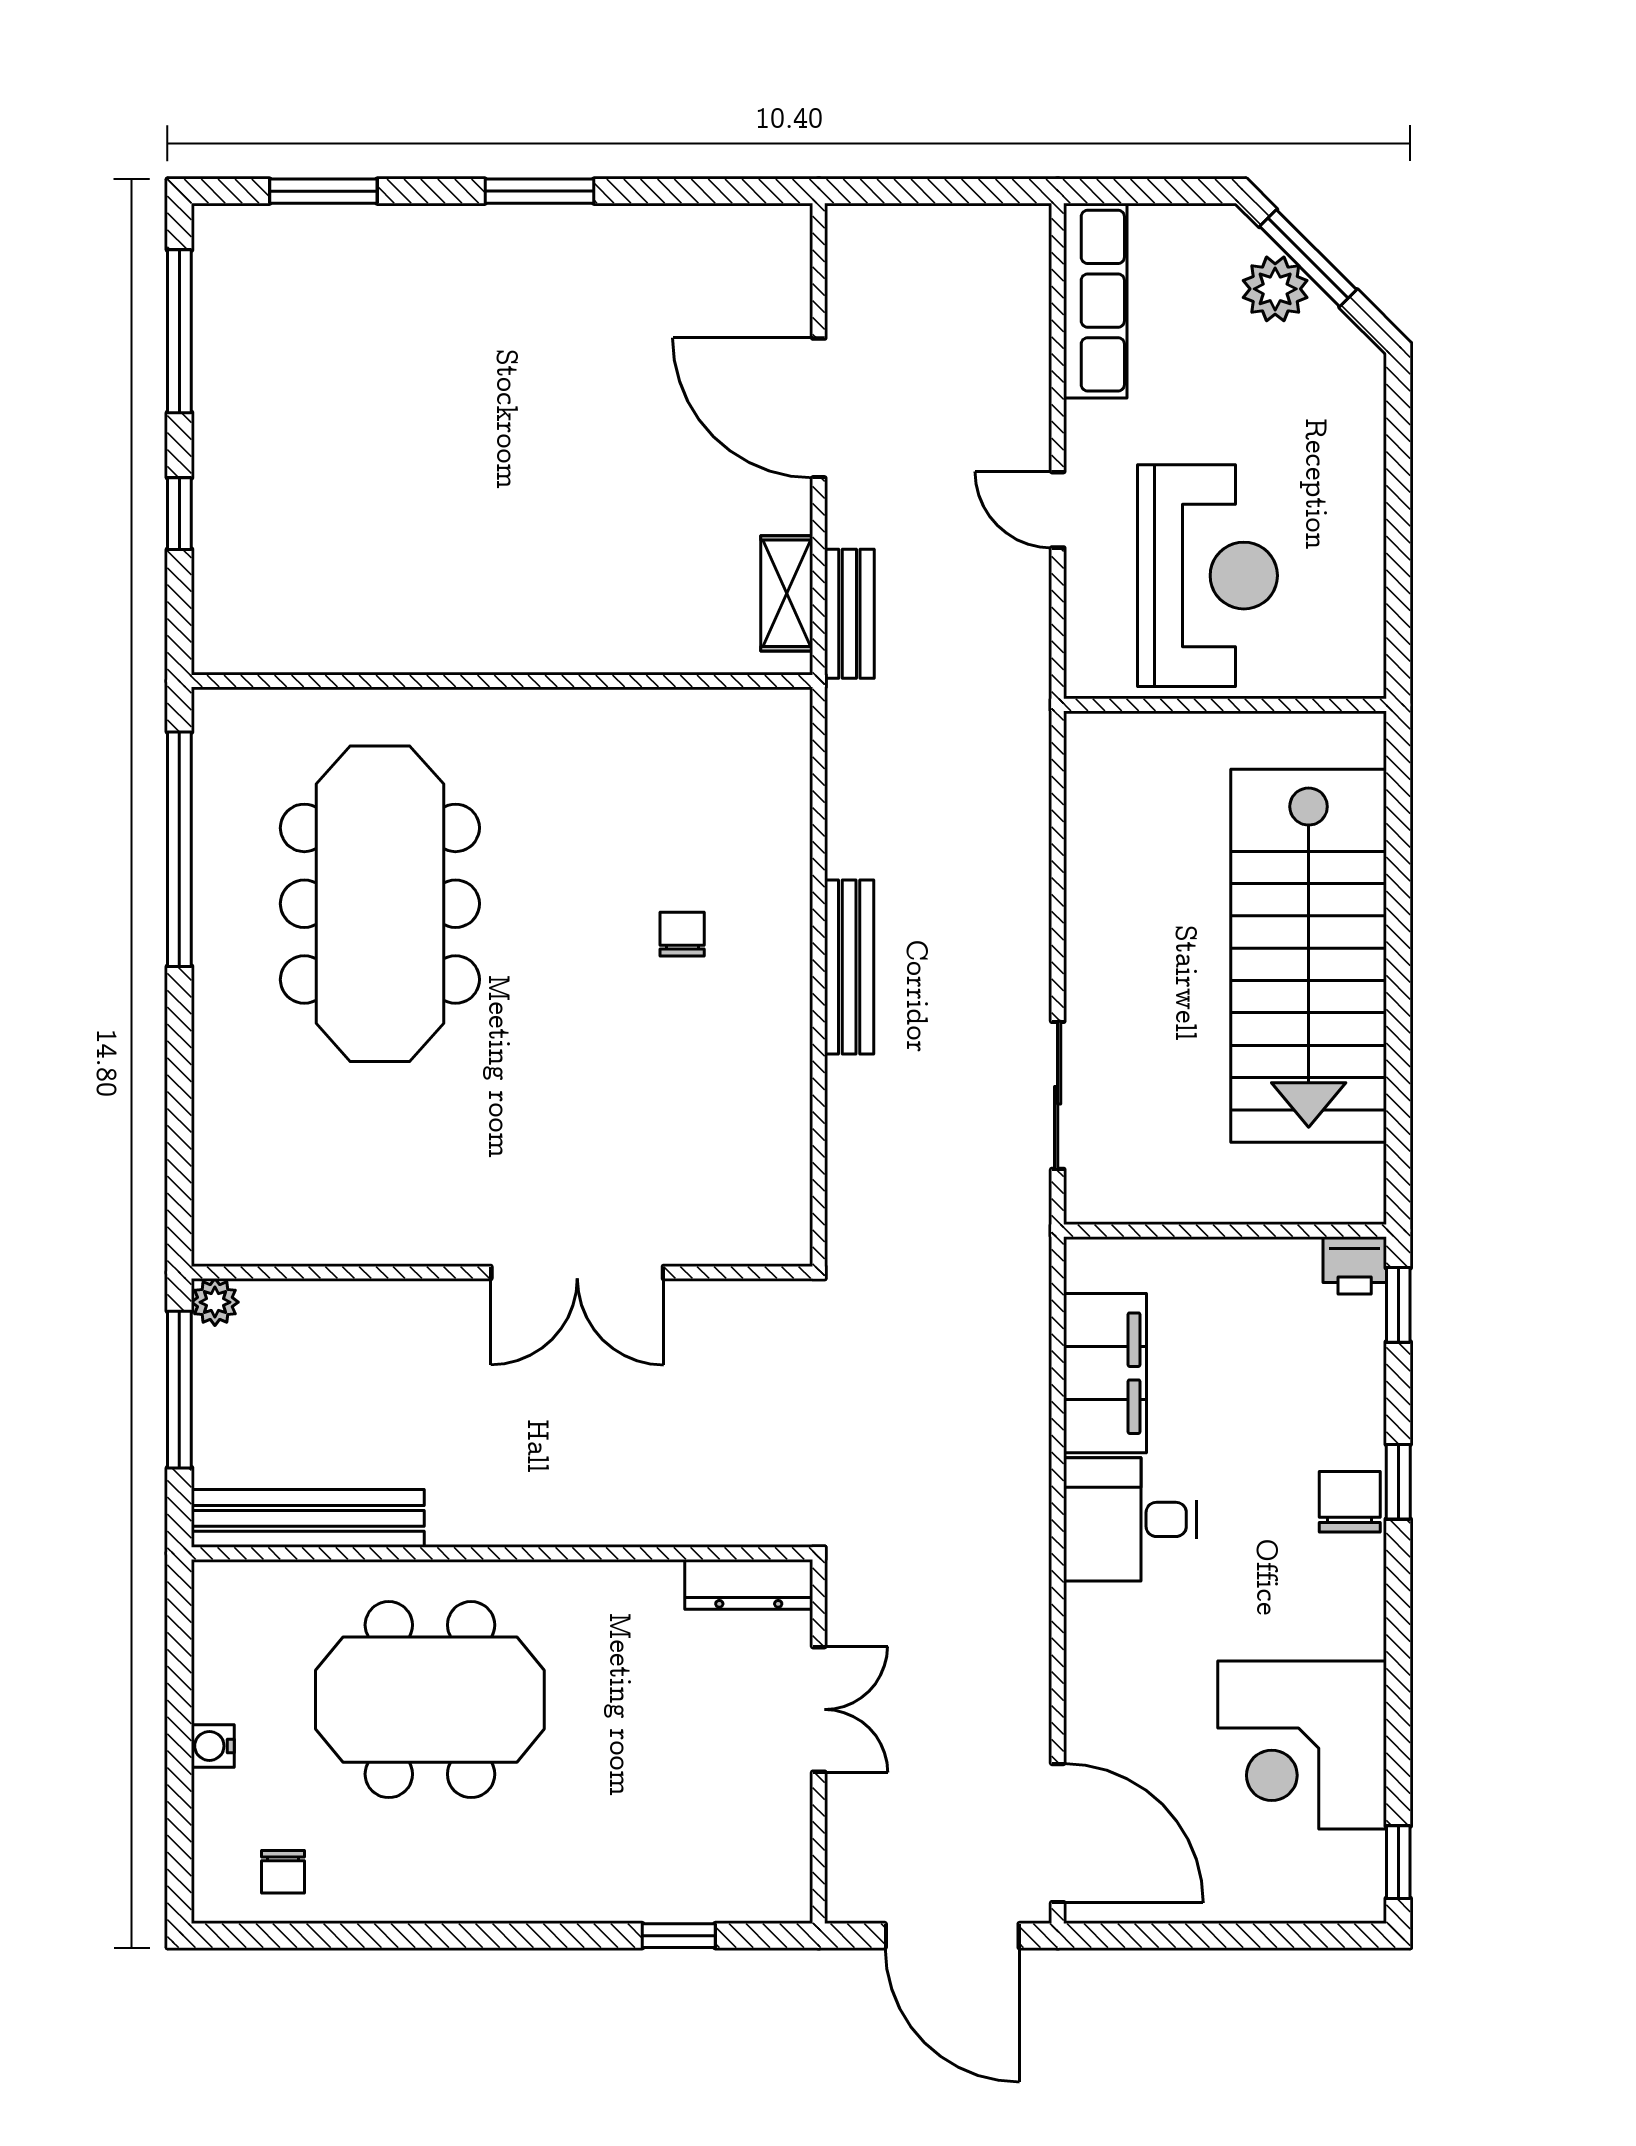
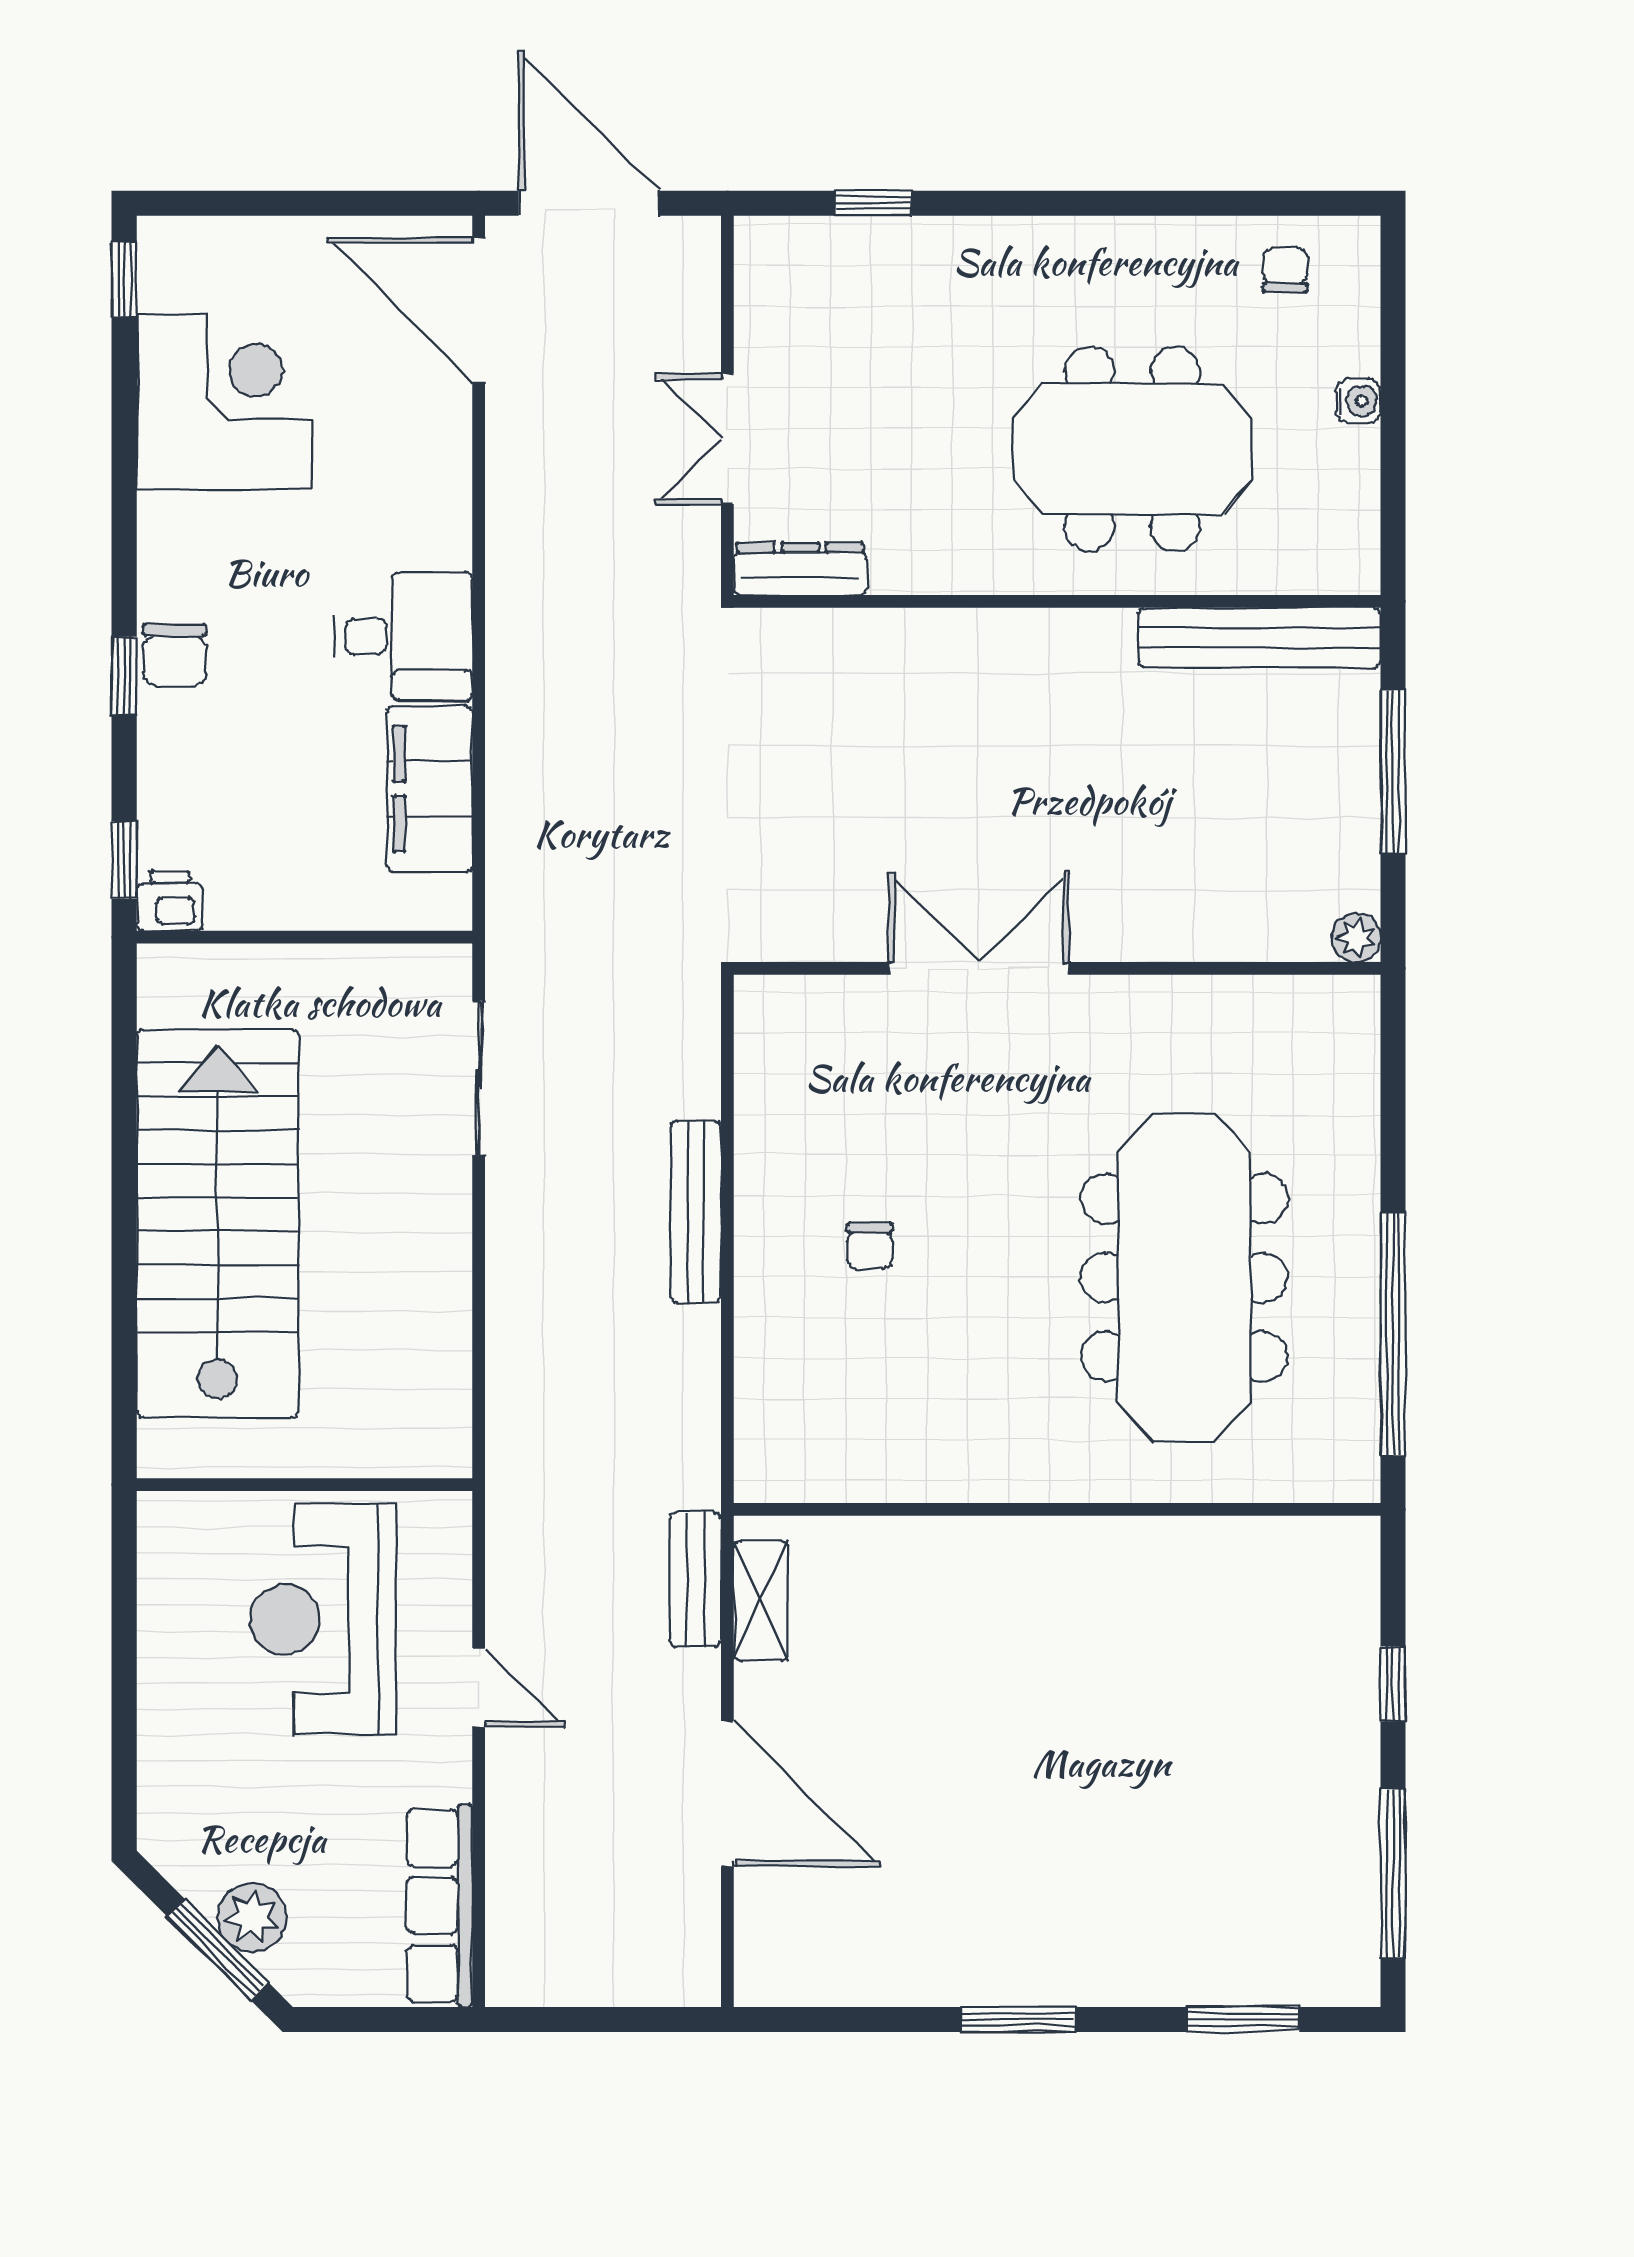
wall: (502, 1272) -> (1057, 968), moved
double door: (577, 1272) -> (979, 968), moved
plant: (215, 1302) -> (1356, 938), moved

